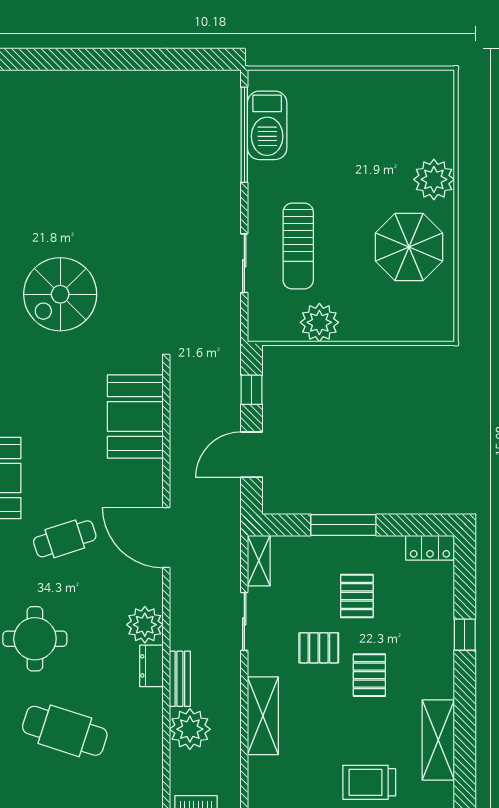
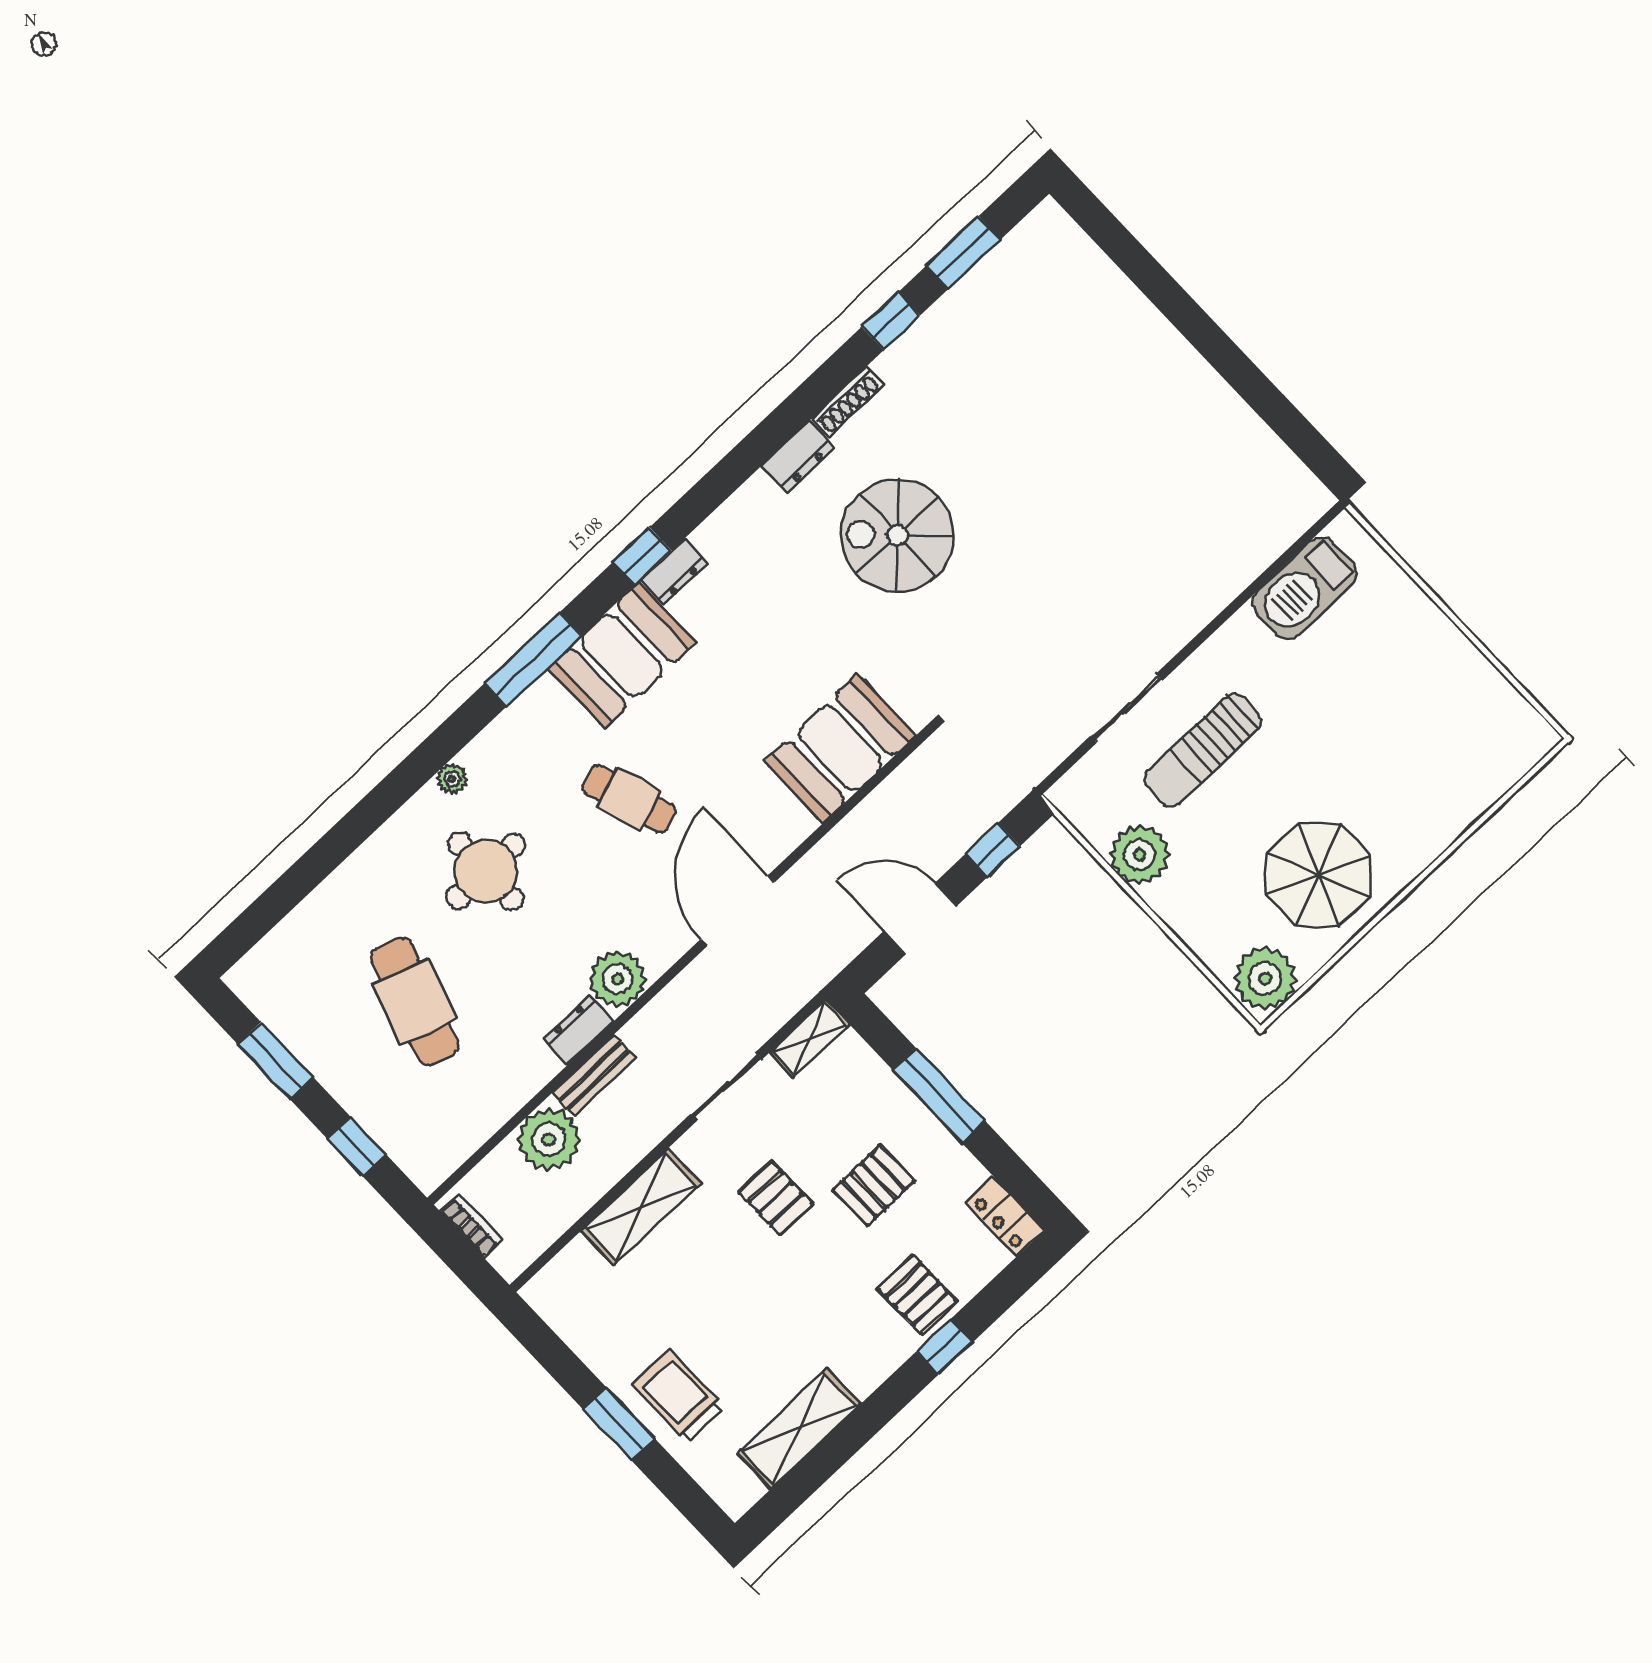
window: (244, 135) -> (1270, 572), removed
plant: (434, 179) -> (1265, 978), moved
pallet: (369, 675) -> (917, 1294), moved, turned 90

